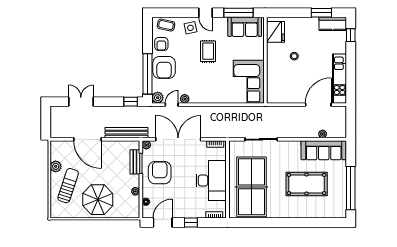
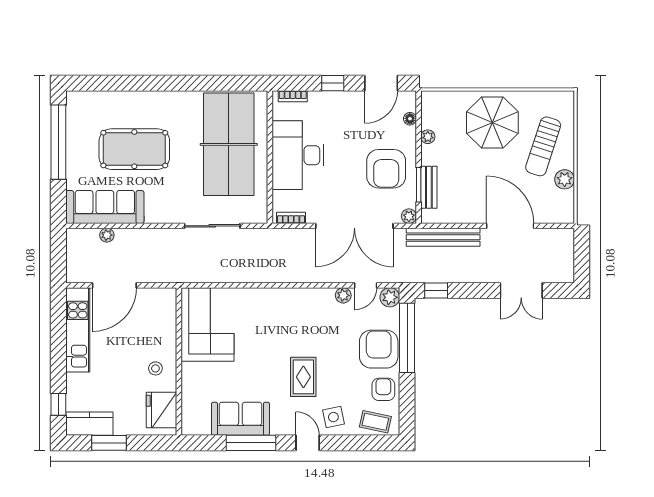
fridge: (276, 32) -> (162, 410), moved
wall: (265, 60) -> (179, 361), moved
corner sofa: (249, 82) -> (207, 325), moved

